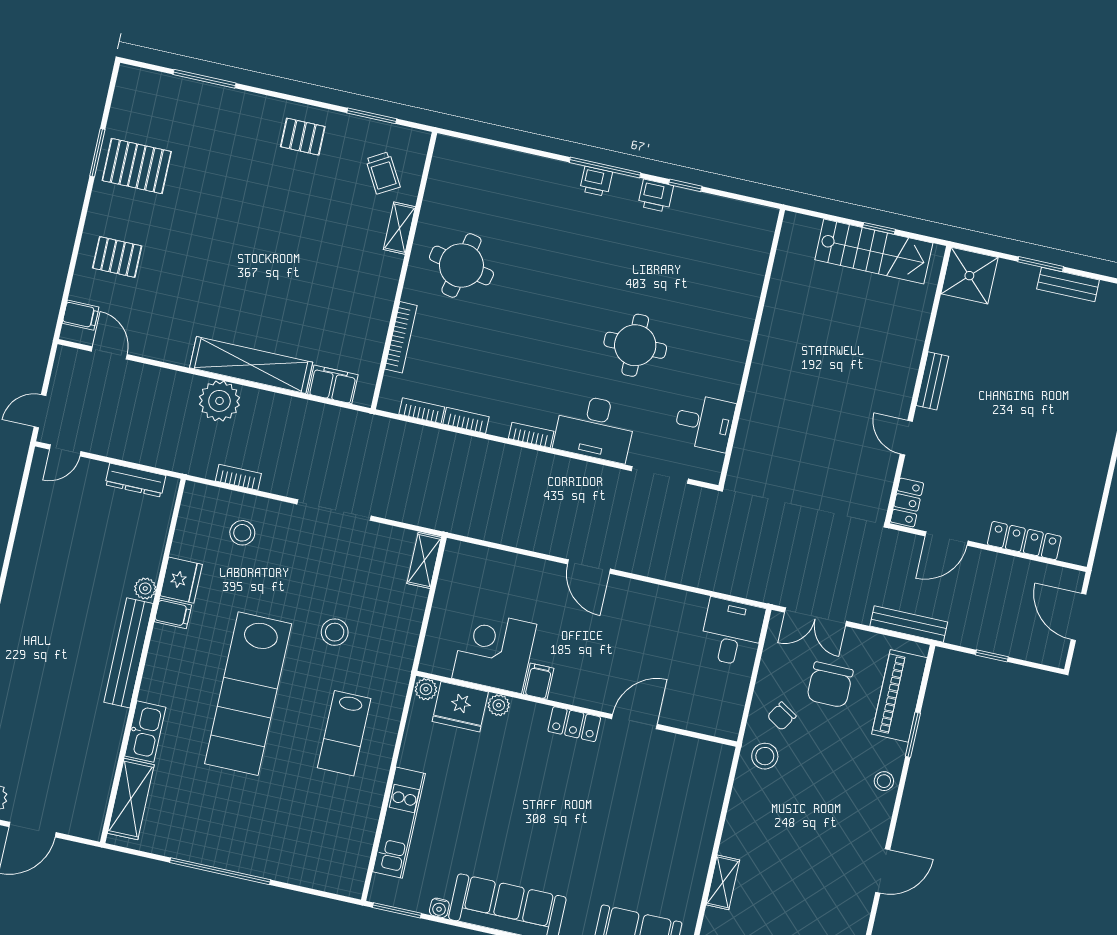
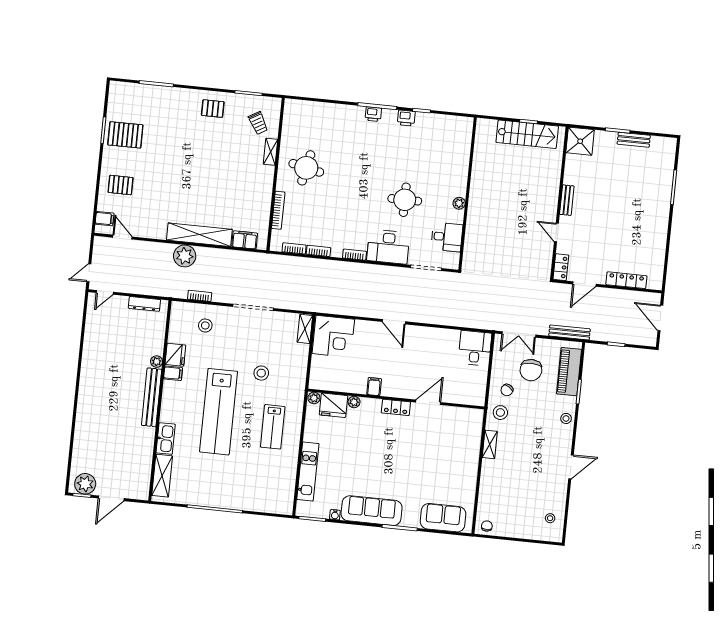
plant: (734, 363) -> (459, 203), added
corner desk: (494, 651) -> (333, 336), moved, turned 180
shelving: (723, 882) -> (490, 444), moved

